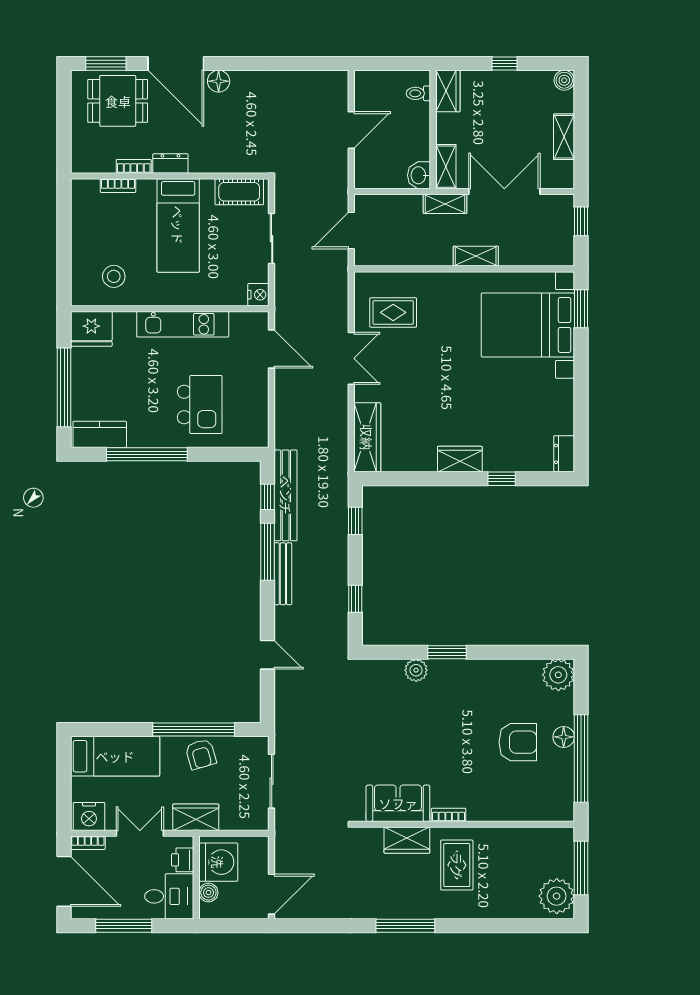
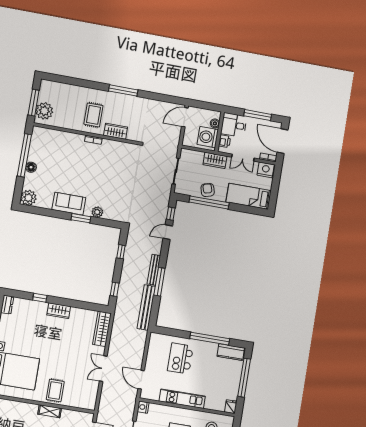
shelving: (476, 256) -> (50, 411), moved
rug: (393, 312) -> (55, 390), moved, turned 90
fridge: (91, 329) -> (231, 407), width x0.53, depth x0.75
window: (268, 497) -> (171, 214), moved
door: (268, 655) -> (168, 232), hinge flipped
armchair: (518, 742) -> (54, 169), removed
sofa: (398, 803) -> (69, 204), moved, turned 180
plant: (557, 896) -> (44, 111), moved

